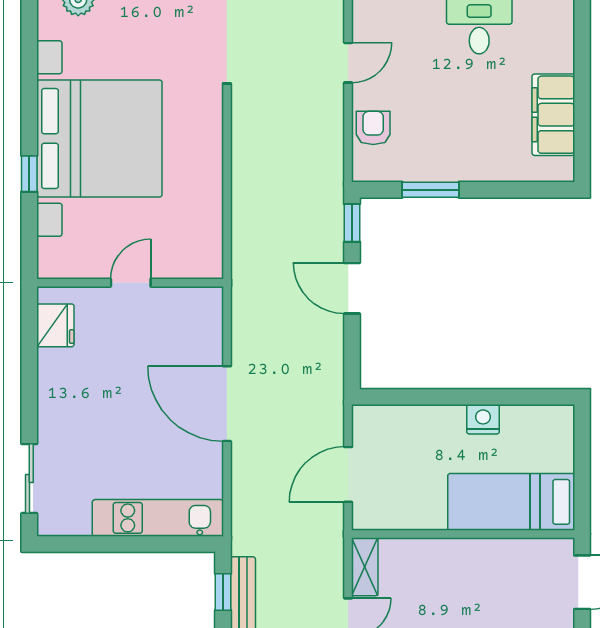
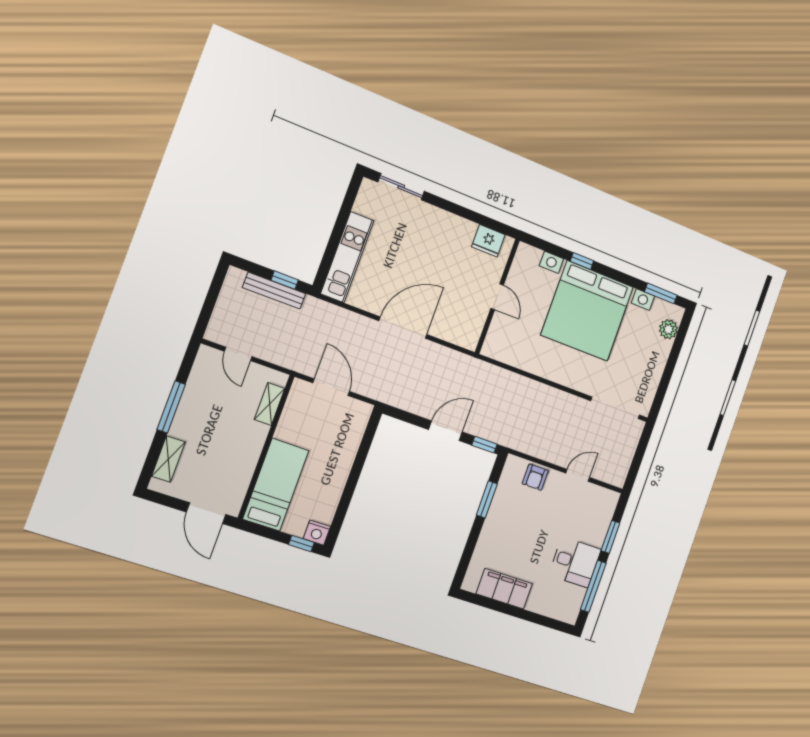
window: (29, 32) -> (661, 293), added
door: (348, 63) -> (578, 475), swing flipped
armchair: (373, 128) -> (535, 477), turned 90
nightstand: (483, 419) -> (317, 533), moved, turned 90
window: (582, 437) -> (301, 544), added
shelving: (365, 567) -> (270, 404), moved, turned 90

